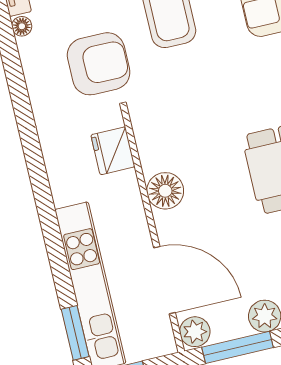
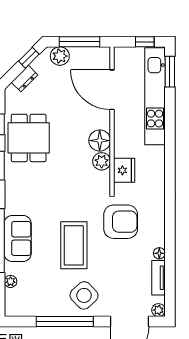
armchair: (99, 64) -> (121, 222), turned 180
plant: (195, 332) -> (102, 161), moved

